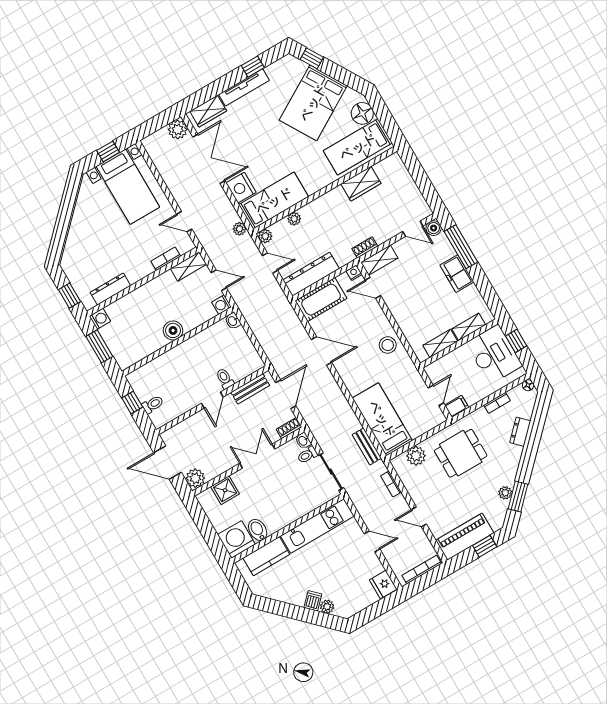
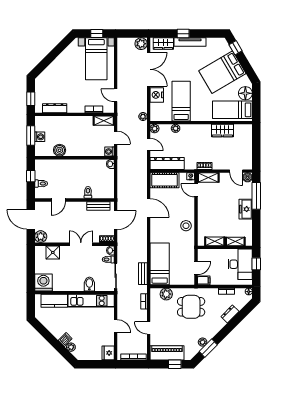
window: (253, 67) -> (183, 34), moved
bed: (274, 201) -> (181, 101), moved, turned -90
washing machine: (100, 319) -> (40, 137), moved
boiler: (173, 330) -> (60, 150), moved
door: (212, 400) -> (58, 200), moved
bidet: (258, 530) -> (89, 284), moved

